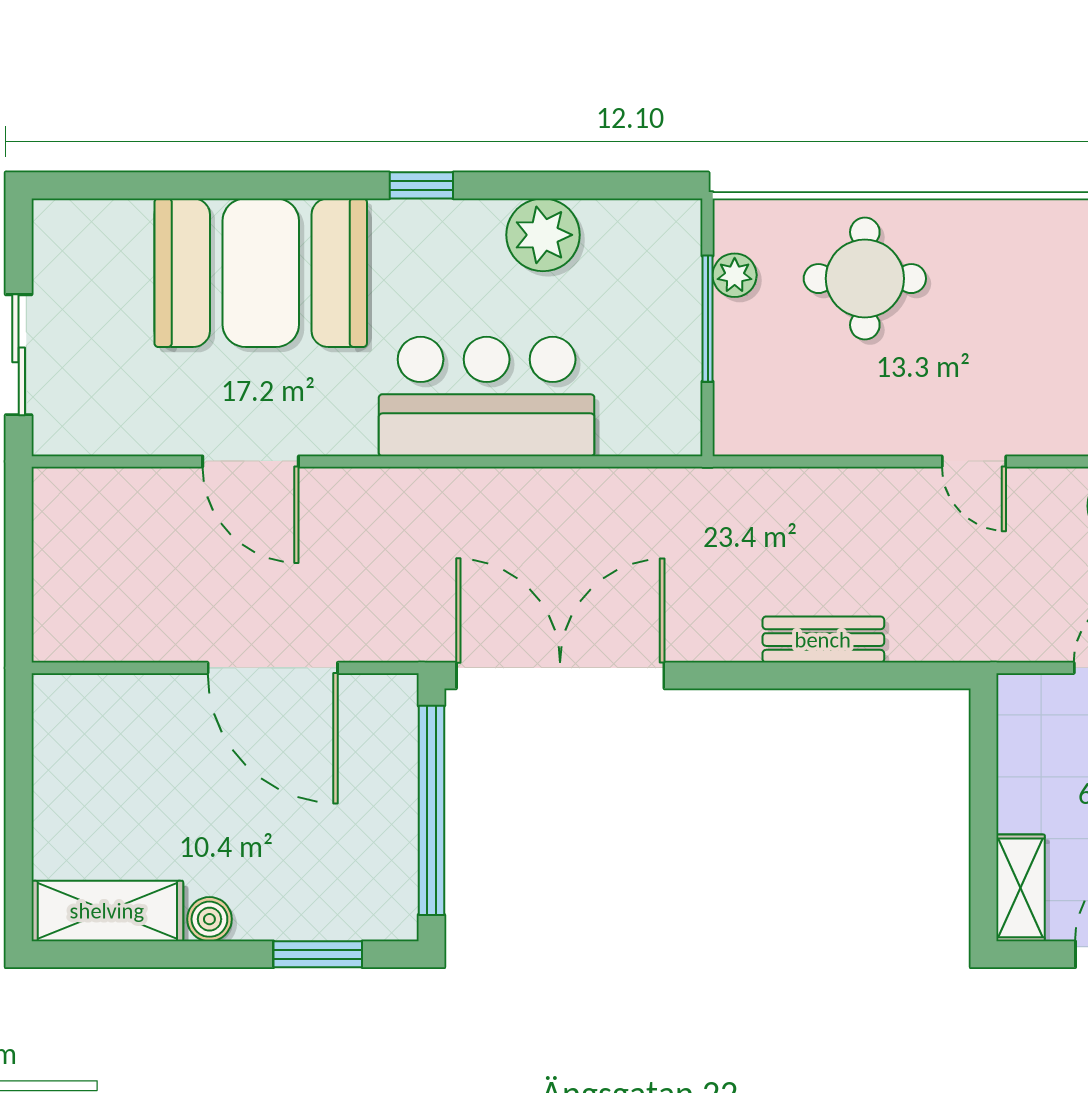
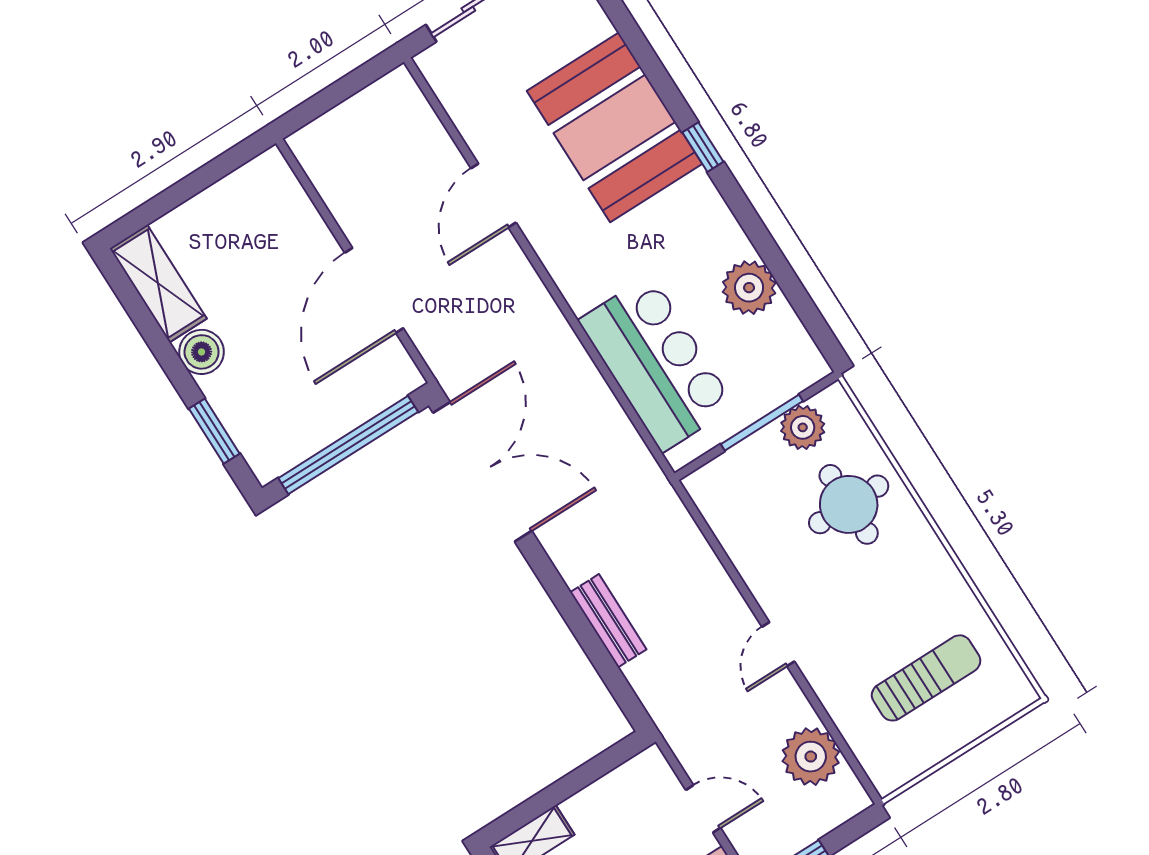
window: (421, 185) -> (703, 147), moved
plant: (735, 275) -> (803, 427), width x1.38, depth x1.38
bar counter: (487, 396) -> (657, 363), moved
boiler: (209, 919) -> (202, 352), width x1.36, depth x1.36

